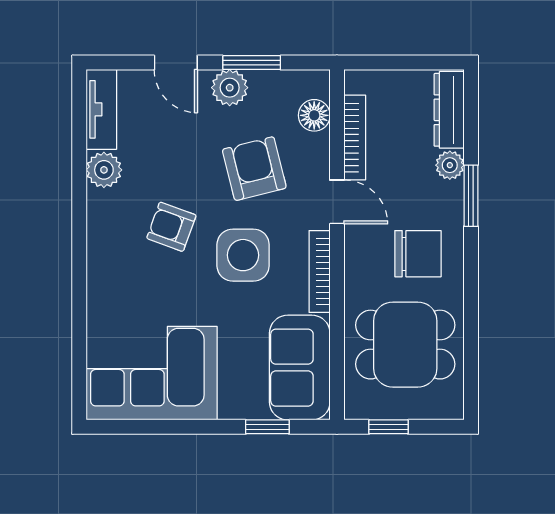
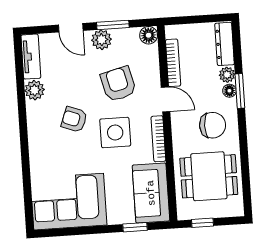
floor lamp: (314, 115) -> (149, 35), moved
floor lamp: (452, 194) -> (229, 91), added

